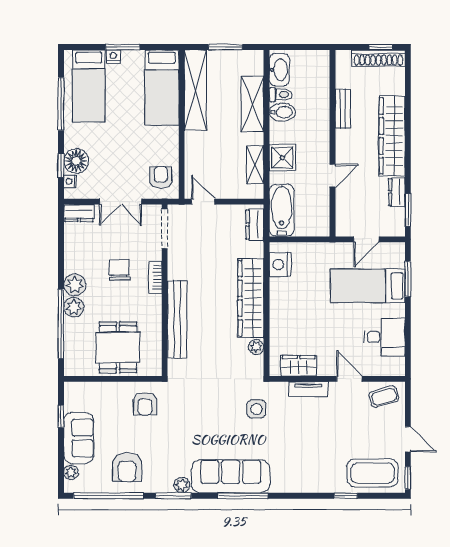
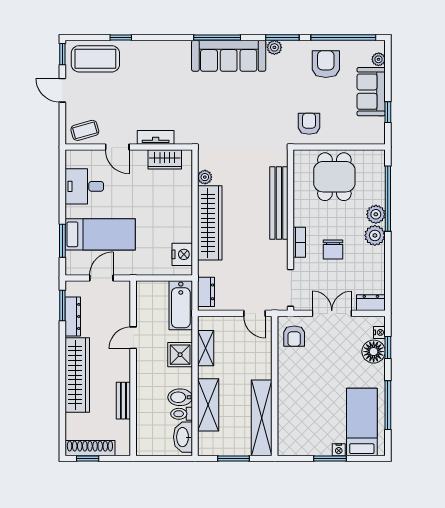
bed: (162, 88) -> (293, 420), removed
dresser: (397, 192) -> (73, 316), width x1.44
side table: (256, 409) -> (205, 119), removed

